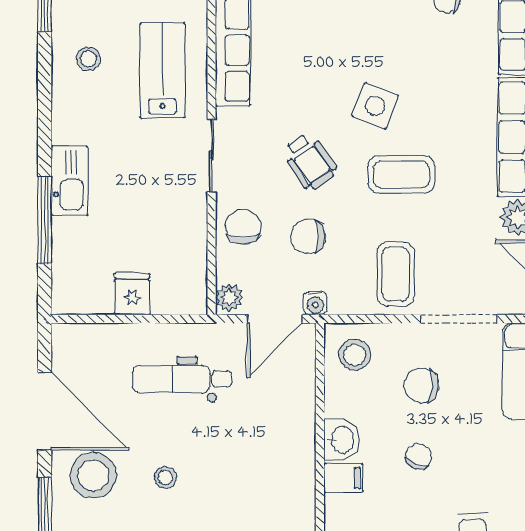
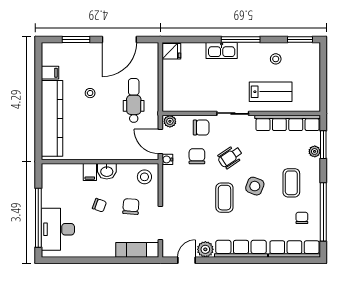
window: (45, 220) -> (241, 40), moved
coffee table: (396, 274) -> (291, 183), moved, turned 90
fridge: (132, 294) -> (171, 51), moved
stool: (93, 475) -> (91, 61), removed

